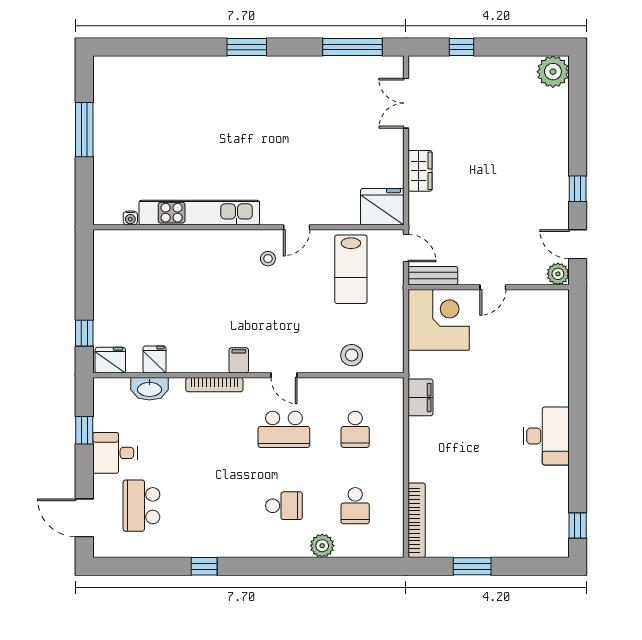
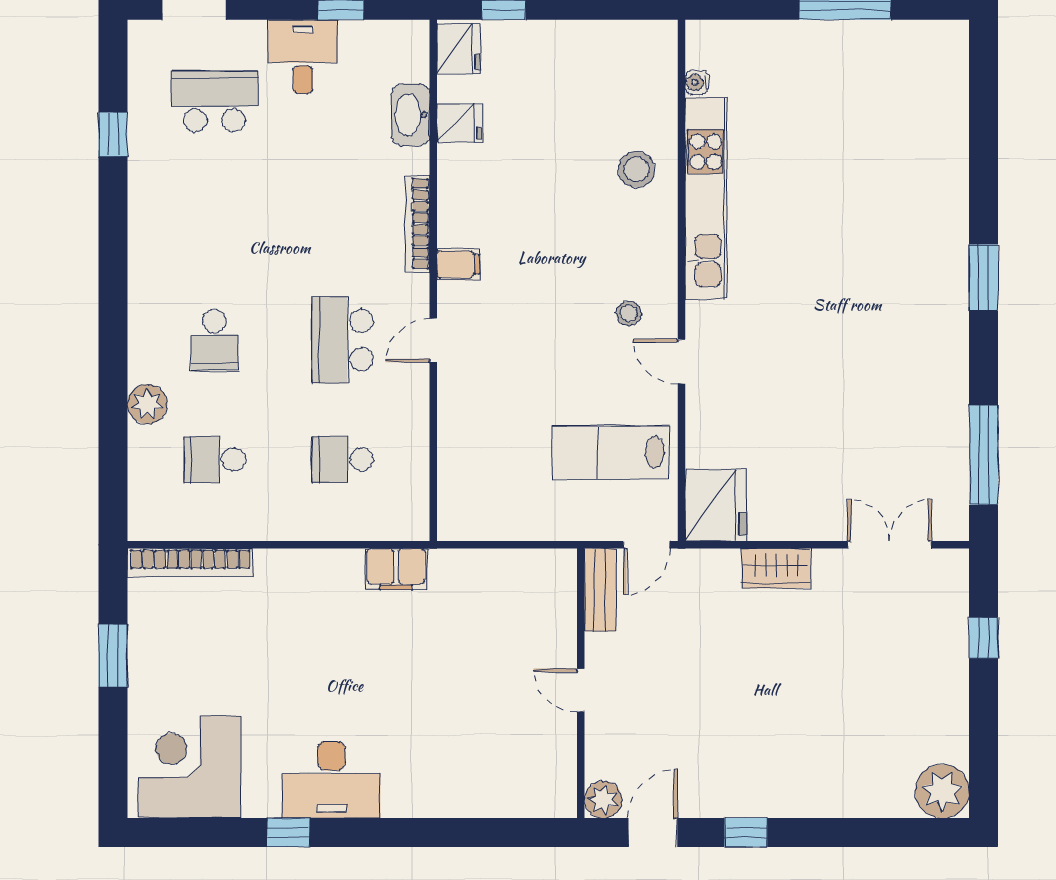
corner desk: (439, 320) -> (190, 767), moved, turned 180
stool: (352, 355) -> (636, 169), moved
window: (578, 526) -> (288, 833), moved
window: (204, 566) -> (113, 134), moved

